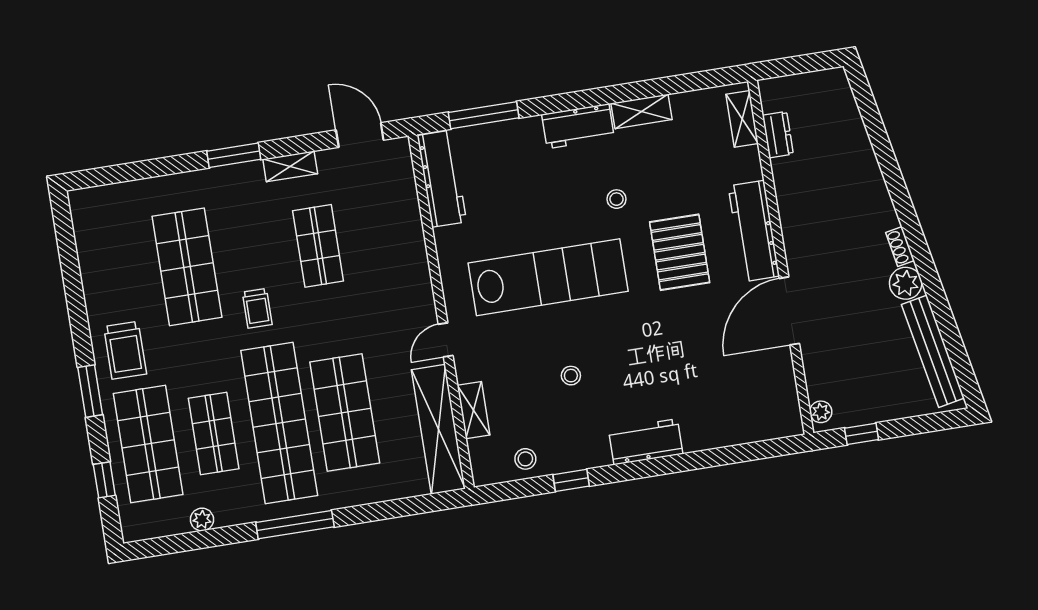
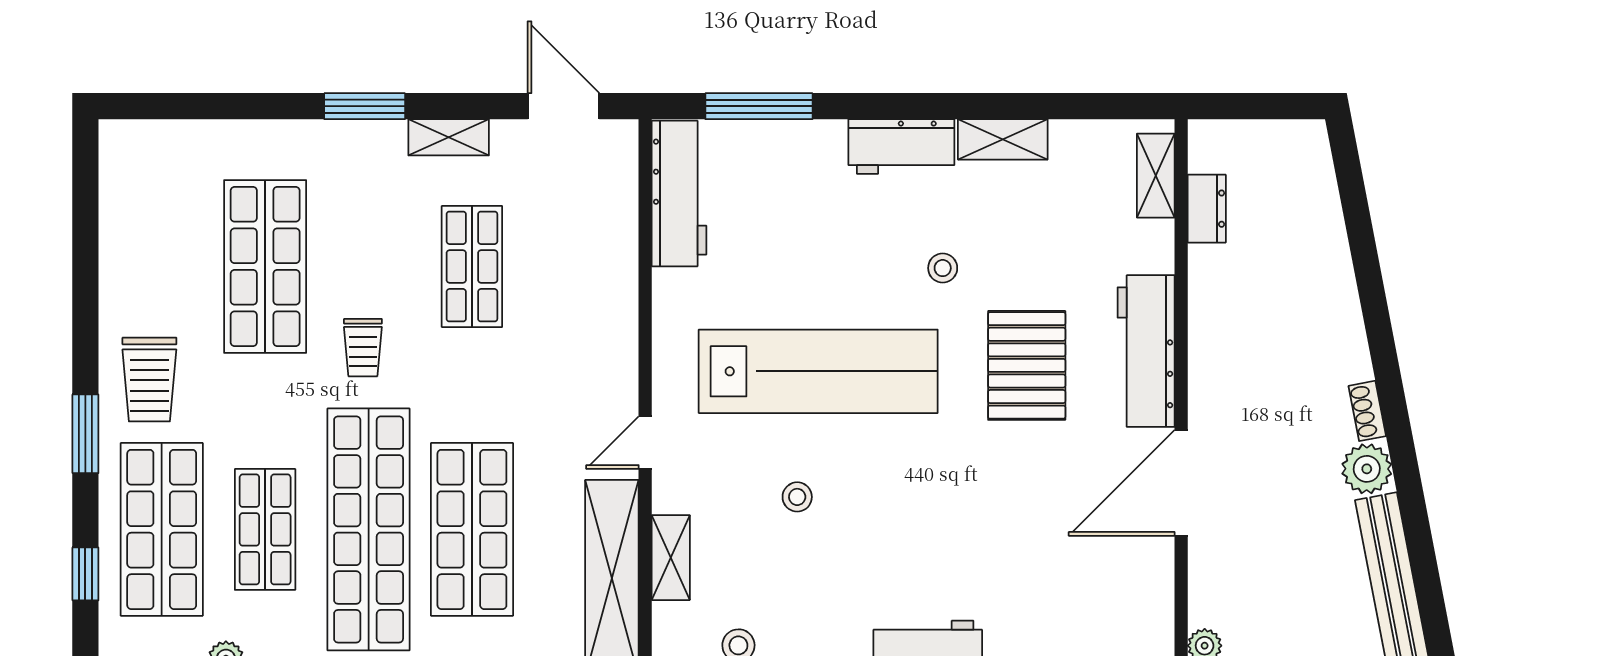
stool: (571, 376) -> (797, 497), moved

